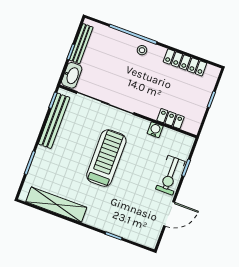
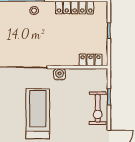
locker: (171, 119) -> (90, 60), moved
water cooler: (155, 130) -> (60, 74), moved

